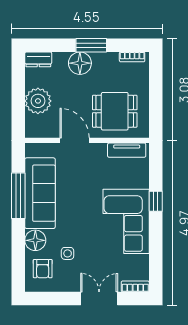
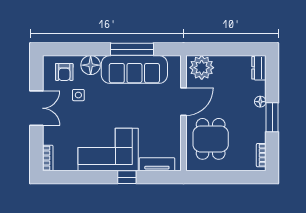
floor lamp: (80, 63) -> (260, 102), width x0.53, depth x0.53
plant: (38, 101) -> (202, 68), moved
tv unit: (127, 150) -> (157, 164), moved, turned 90
armchair: (43, 269) -> (64, 72), turned -90
double door: (99, 299) -> (36, 108), moved

